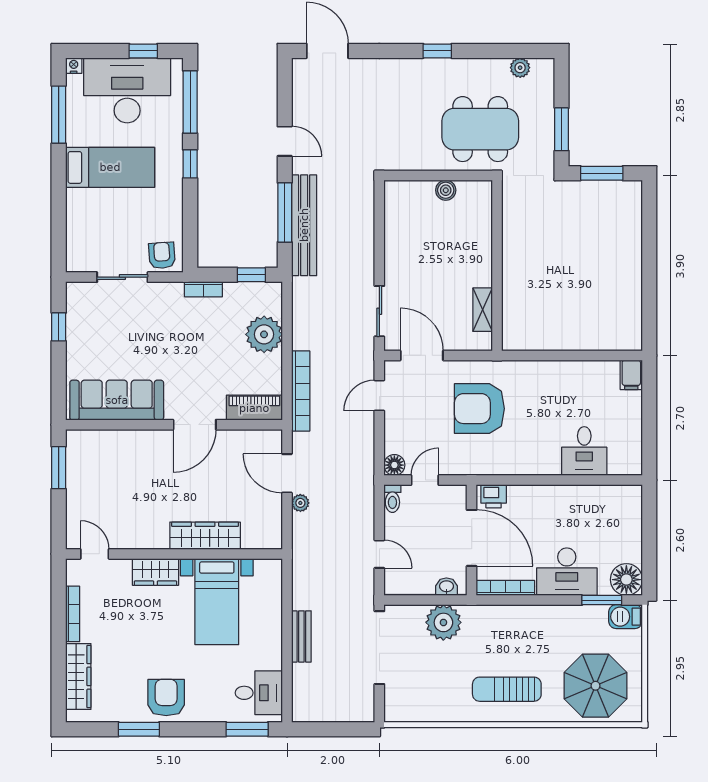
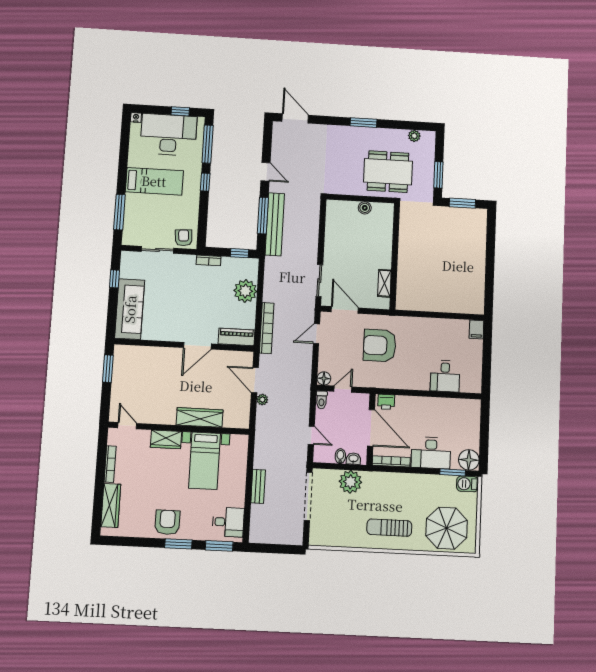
window: (437, 51) -> (364, 123), width x1.50
window: (59, 115) -> (119, 212), moved
sofa: (117, 400) -> (130, 309), moved, turned 90
bidet: (426, 584) -> (340, 456), added
window: (139, 729) -> (178, 544), moved

